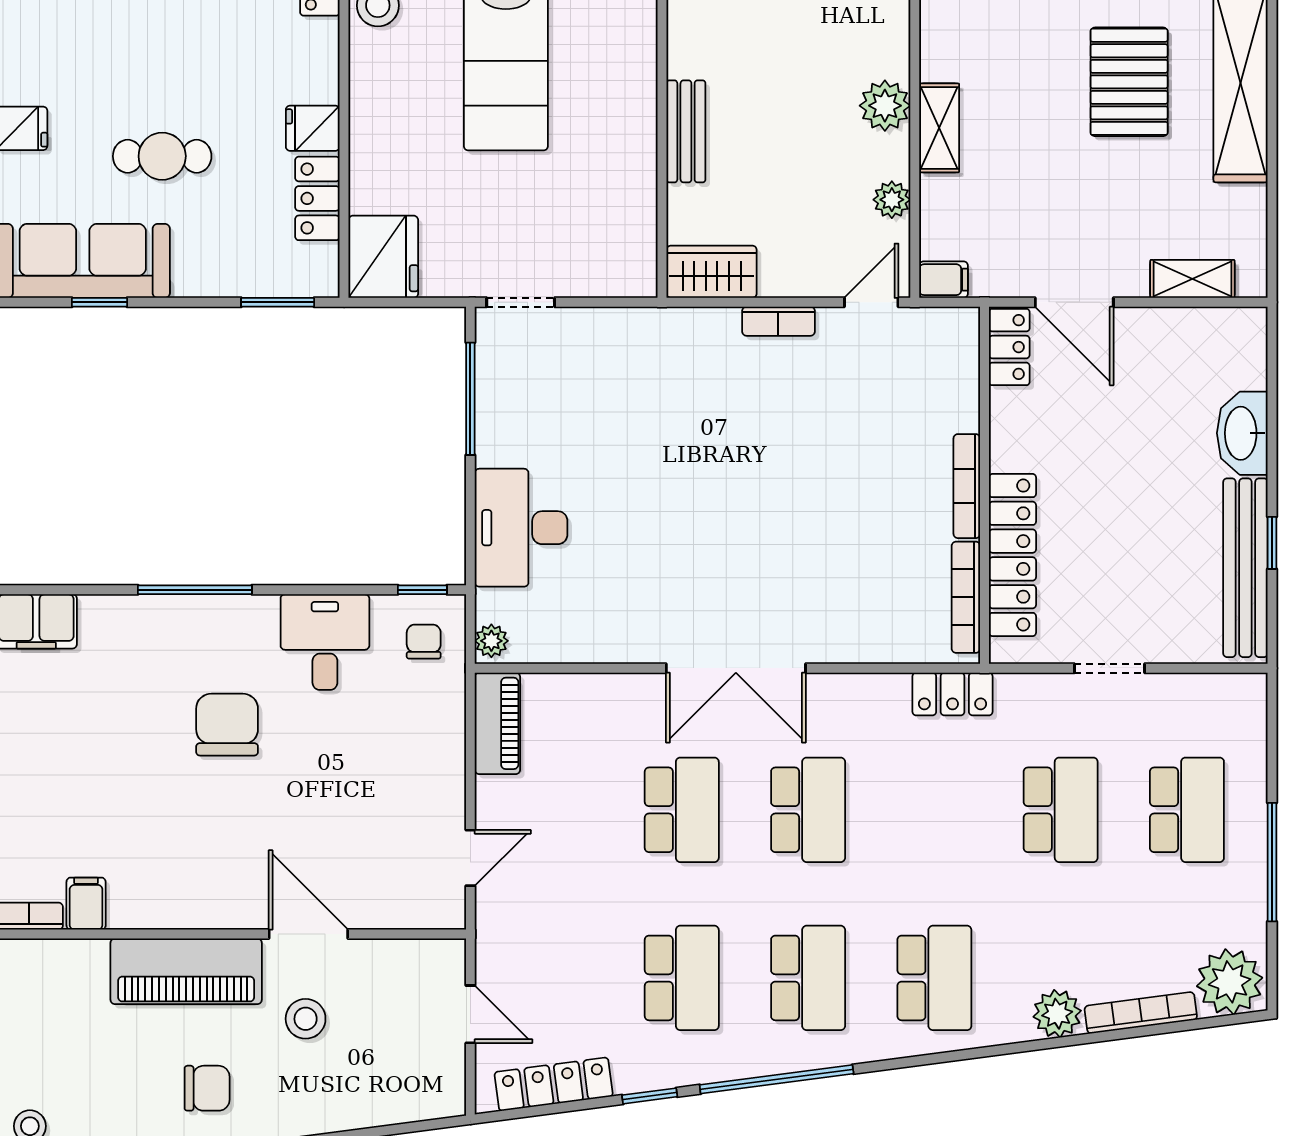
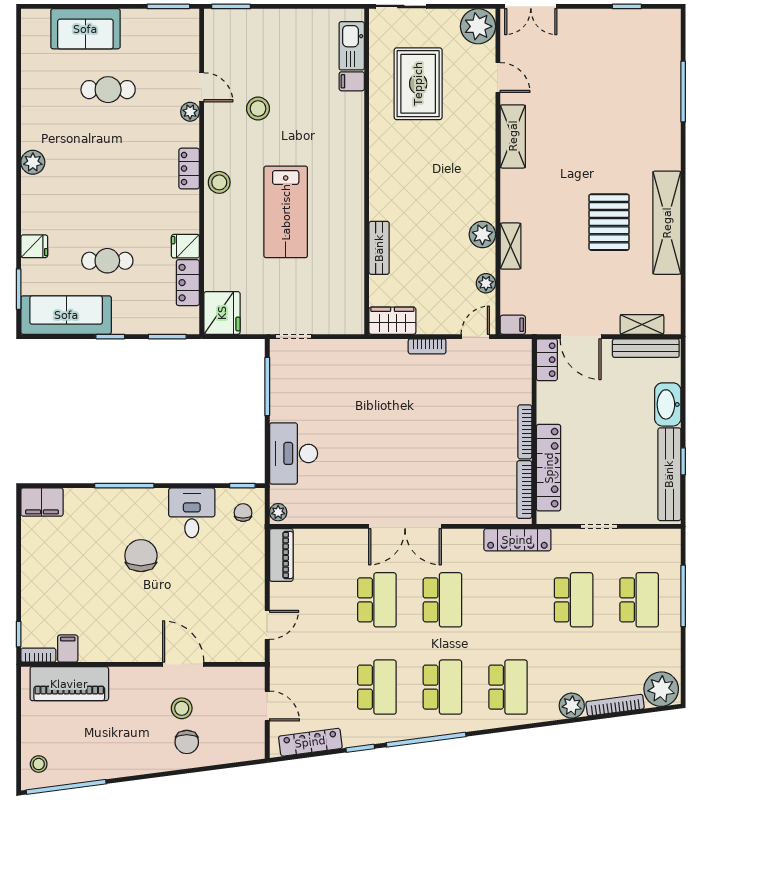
window: (99, 302) -> (110, 337), moved
bench: (1200, 325) -> (646, 348), added
locker: (952, 694) -> (517, 540), width x1.53
window: (1272, 862) -> (683, 596), moved
piano: (186, 971) -> (69, 684), moved
chair: (207, 1088) -> (187, 742), moved, turned 90

